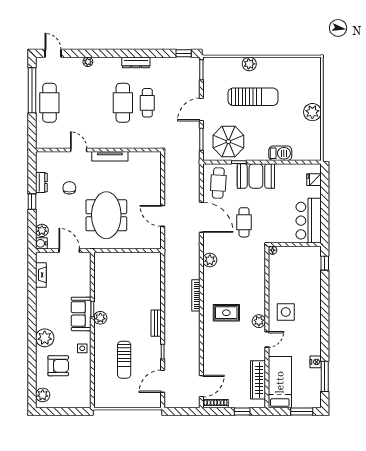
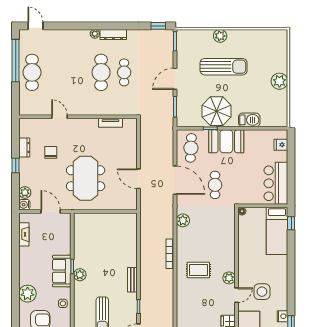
plant: (88, 62) -> (95, 34), moved
parasol: (228, 142) -> (216, 111), moved
tv unit: (110, 156) -> (110, 123), moved, width x0.71
bed: (310, 271) -> (277, 231), added
side table: (286, 312) -> (262, 292), moved

